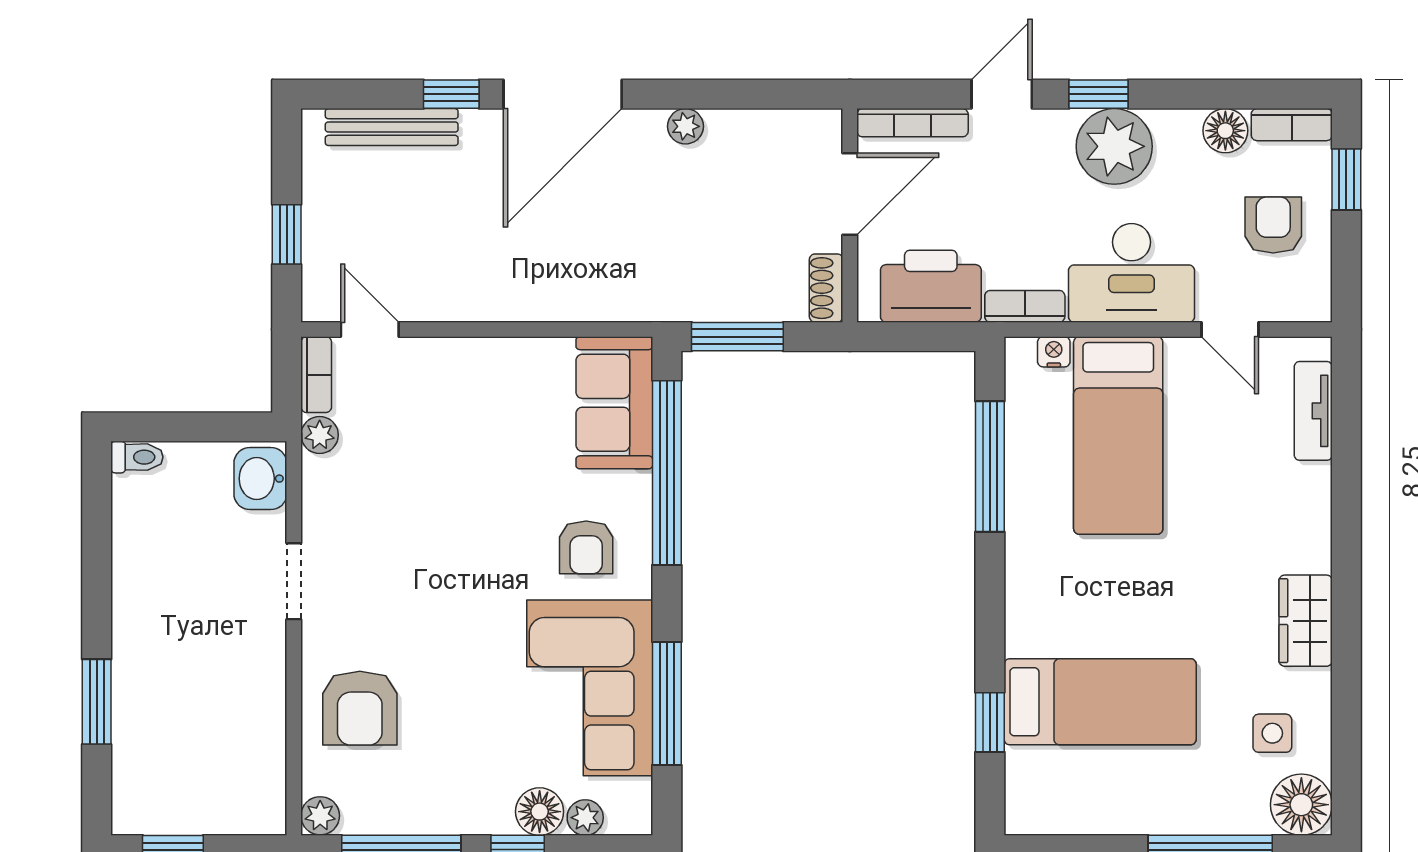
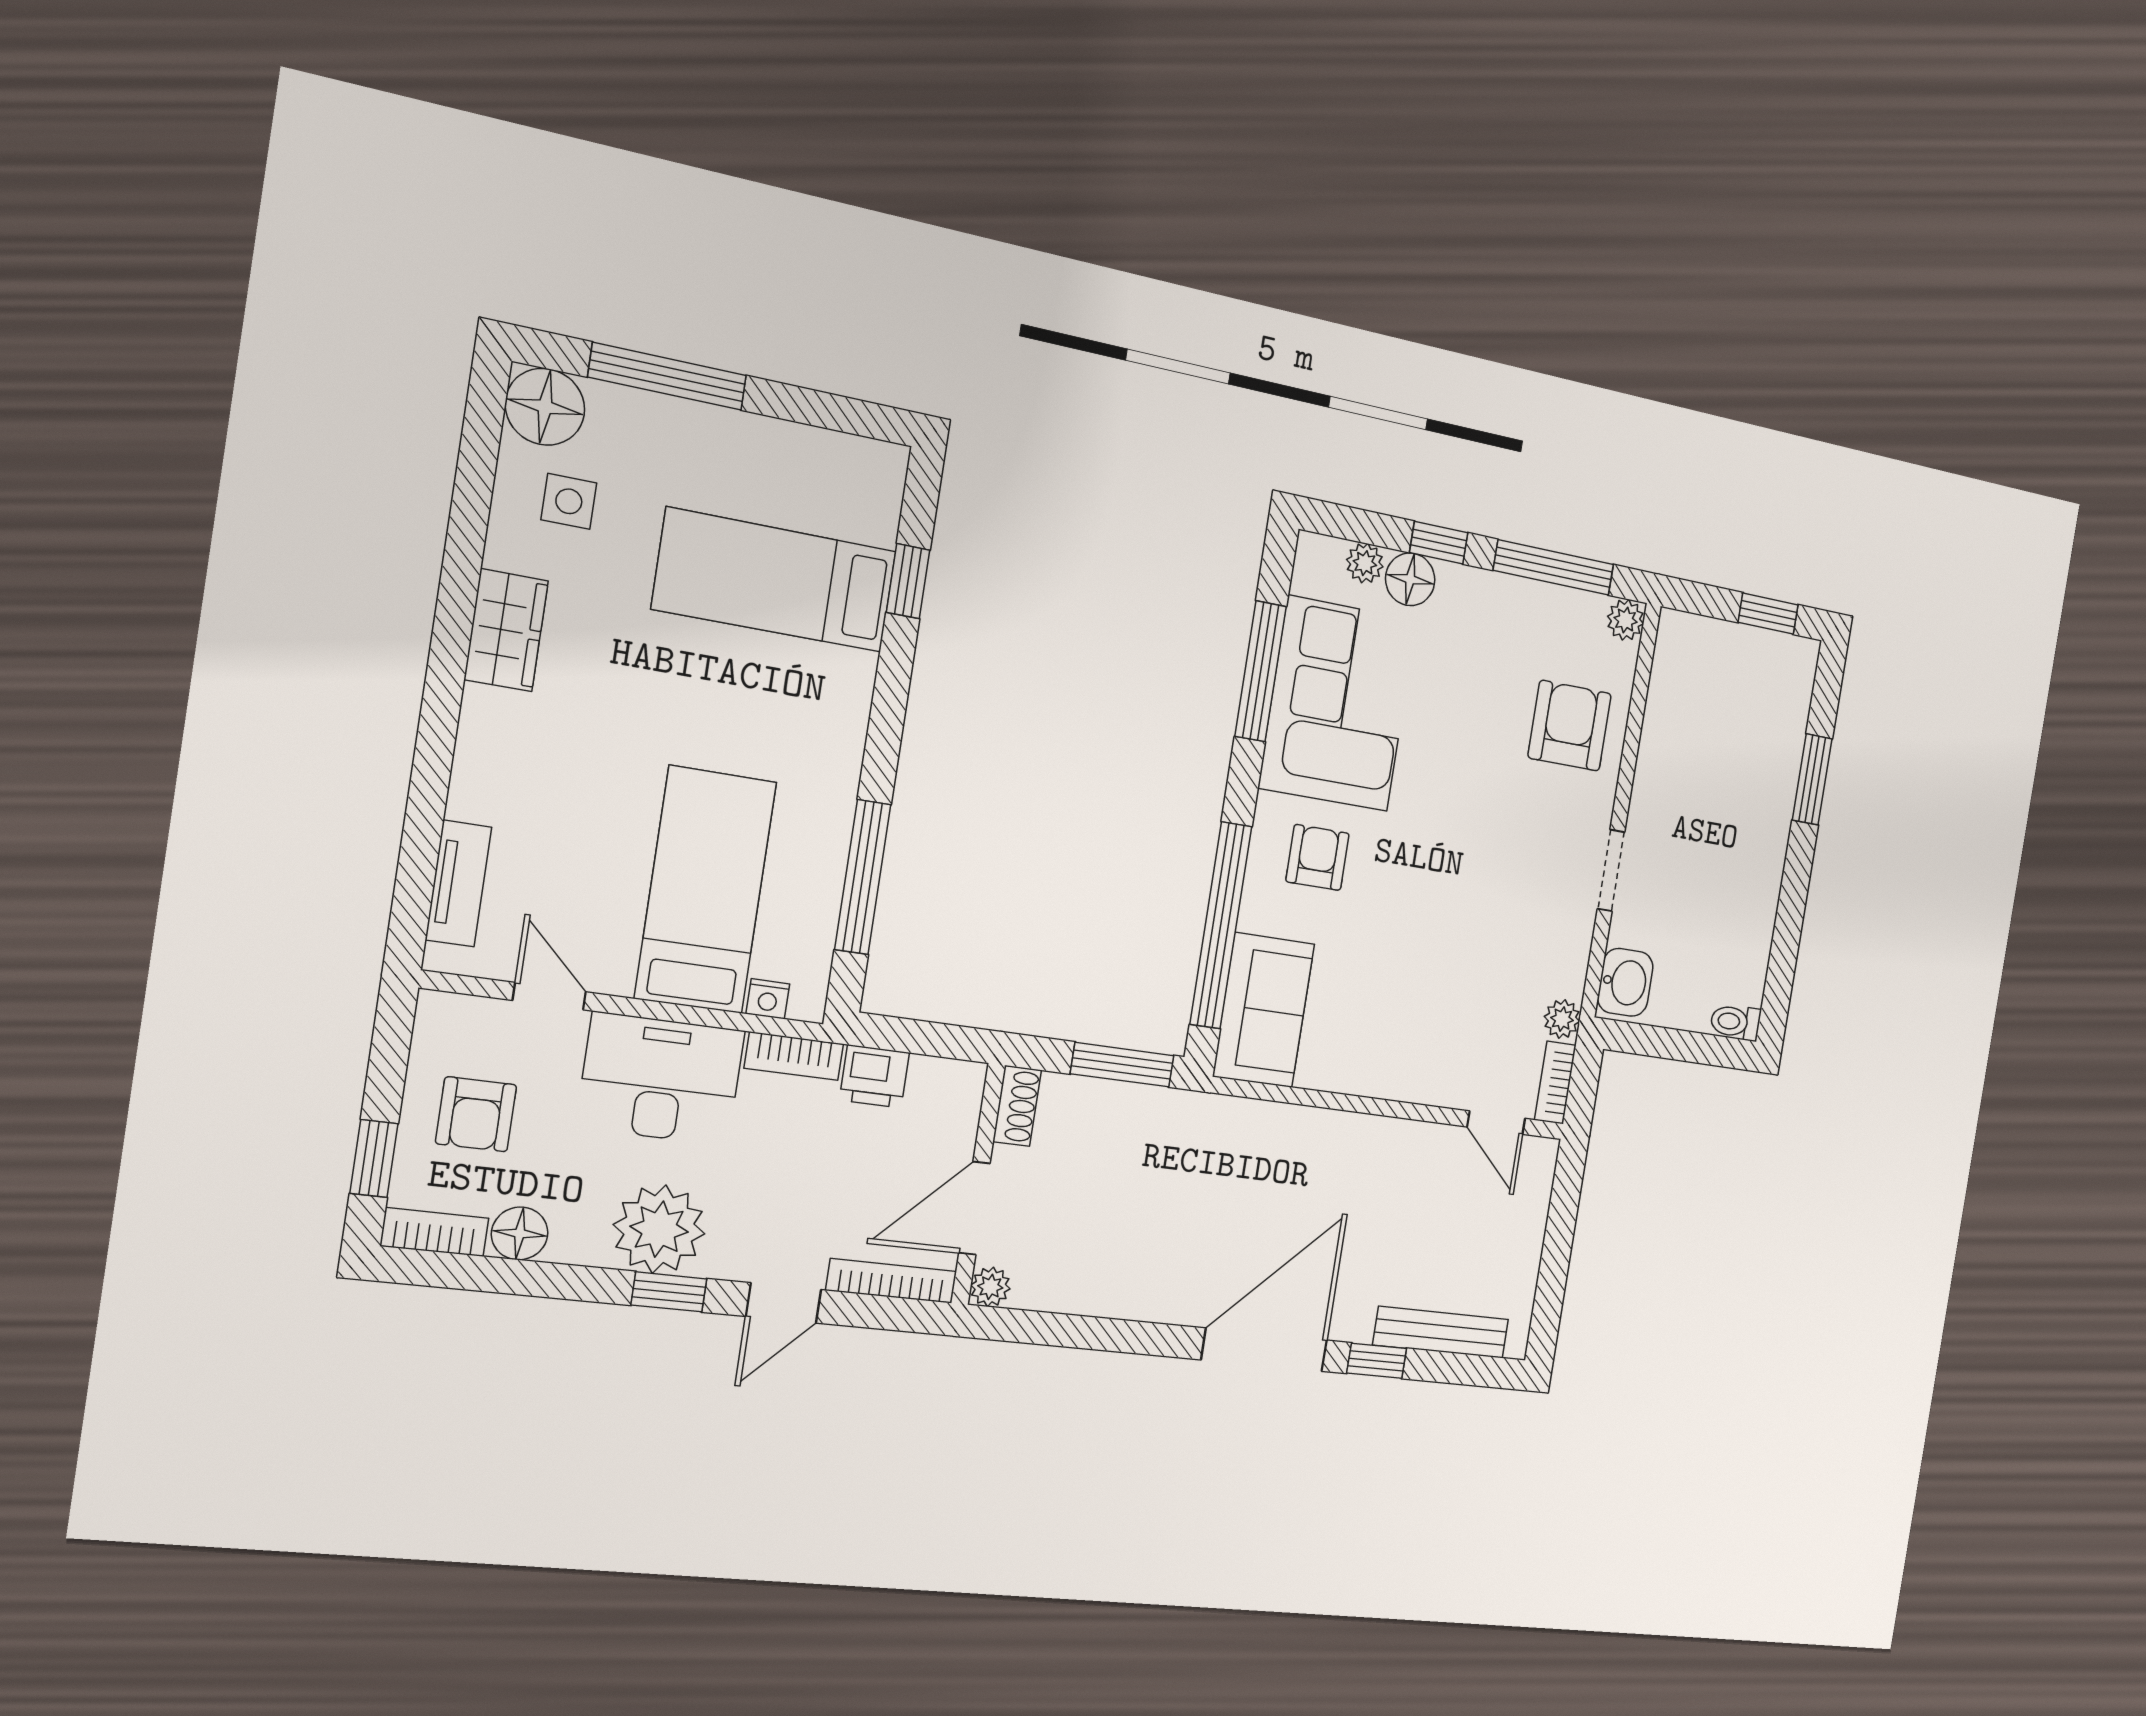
plant: (685, 126) -> (990, 1287), moved
window: (287, 234) -> (1560, 1232), removed
printer: (931, 286) -> (874, 1076), width x0.53, depth x0.68

